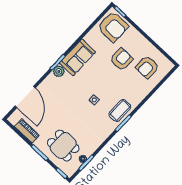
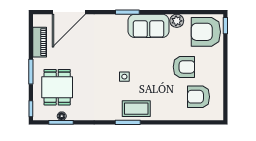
armchair: (113, 27) -> (206, 32), turned 90
plant: (59, 71) -> (177, 21), moved

